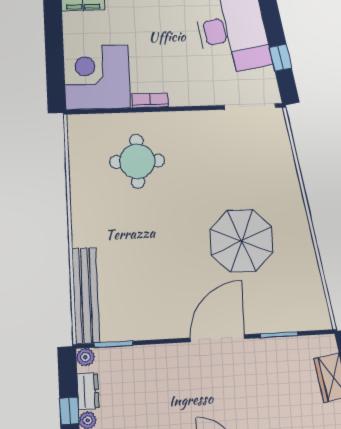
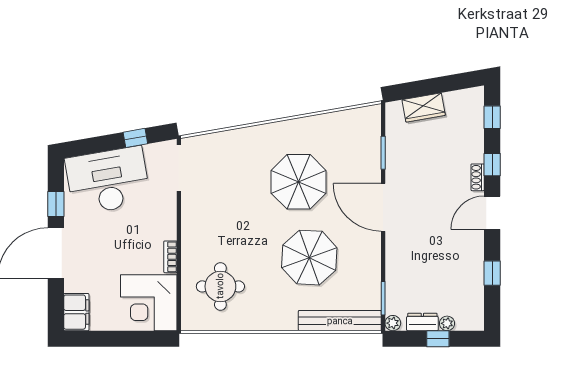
round table: (137, 161) -> (220, 286), moved
parasol: (157, 257) -> (309, 258), added

